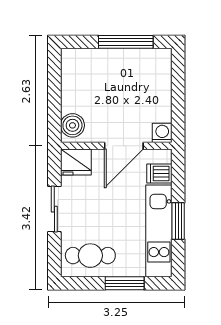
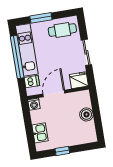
window: (126, 42) -> (62, 151), width x0.46
kitchen sink: (160, 80) -> (40, 133), added
boiler: (72, 125) -> (86, 114), moved
window: (178, 221) -> (17, 57), width x2.11

